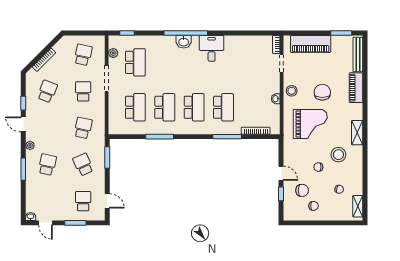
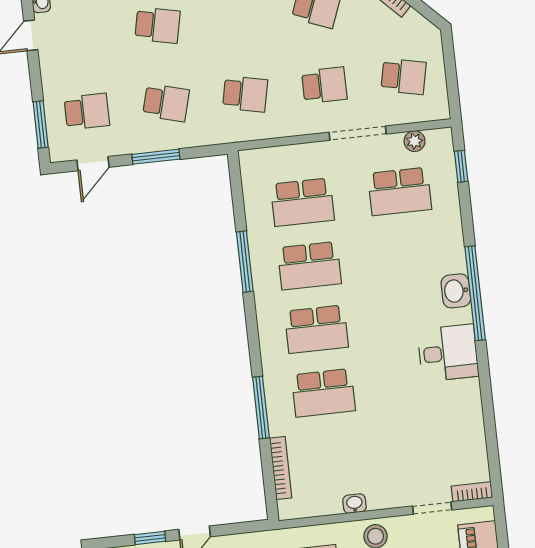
window: (107, 157) -> (156, 157), moved
school desk: (83, 165) -> (166, 103), turned 39
window: (75, 223) -> (41, 124), moved

